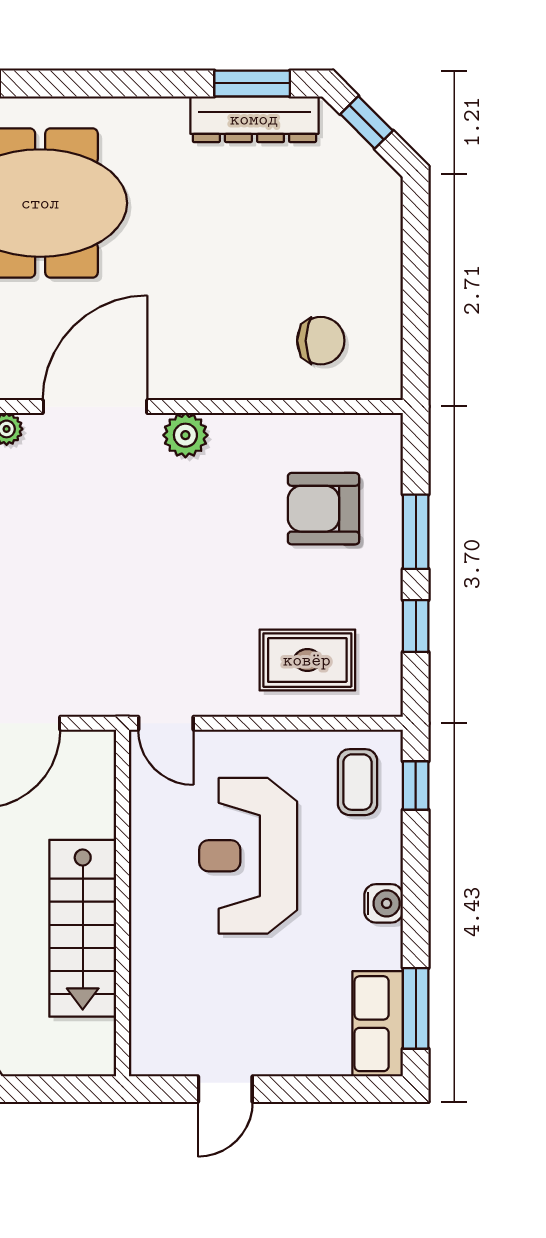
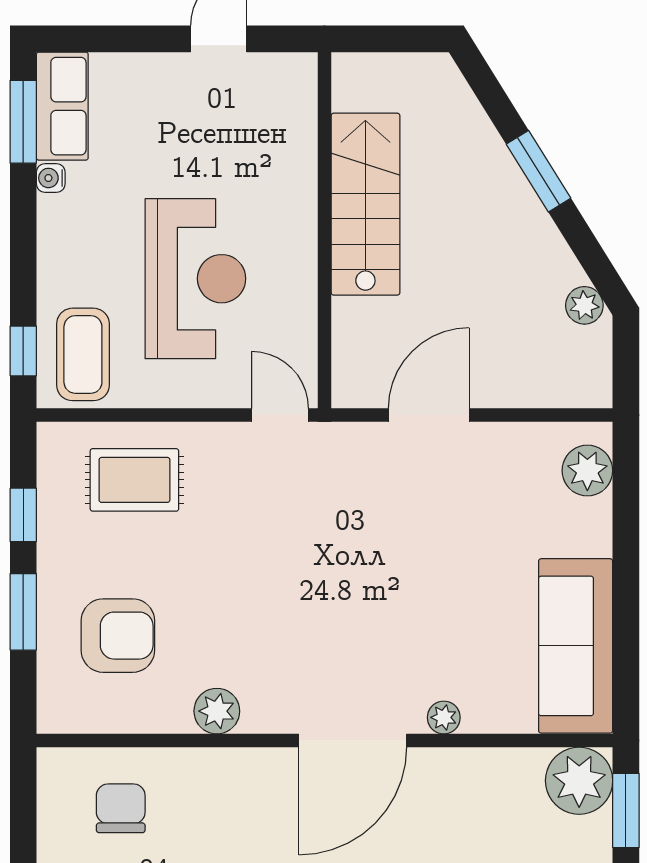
chair: (321, 341) -> (121, 808), turned 90
plant: (185, 435) -> (217, 711), moved
coffee table: (357, 782) -> (83, 354), width x1.36, depth x1.30
water cooler: (384, 903) -> (51, 178), moved, width x0.72, depth x0.72

